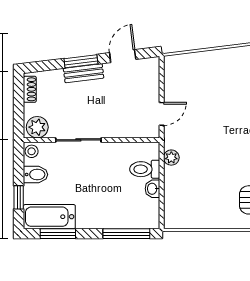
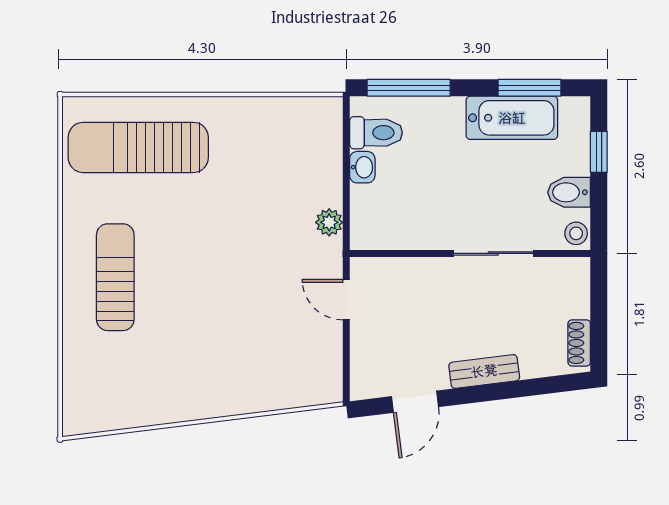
window: (81, 61) -> (489, 393), removed
door: (162, 114) -> (346, 300), hinge flipped
plant: (37, 127) -> (566, 276), removed
toilet: (145, 169) -> (376, 133), moved
bathtub: (49, 217) -> (512, 118), moved

